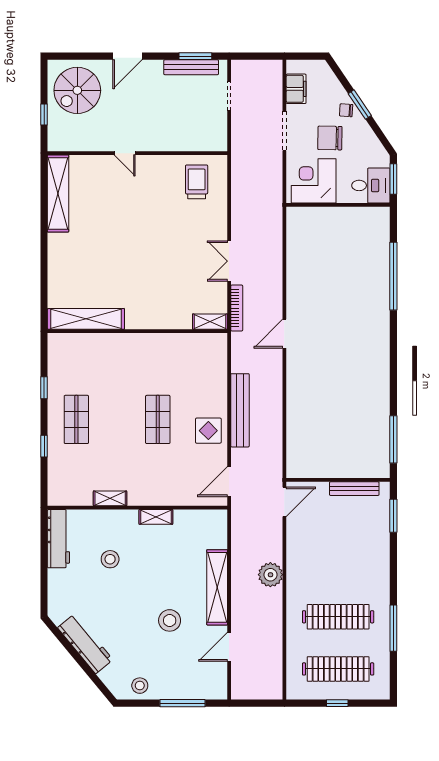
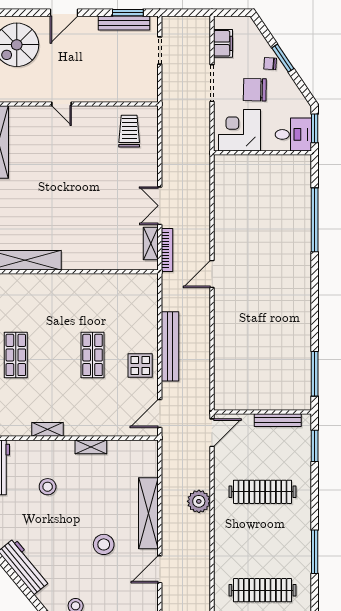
shelving: (210, 322) -> (151, 244), moved, turned 90
clothes rail: (338, 617) -> (262, 492), moved

